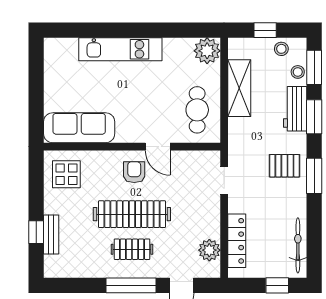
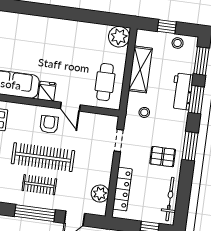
kitchen unit: (120, 49) -> (51, 26), removed
stool: (298, 72) -> (144, 112), moved
fridge: (126, 131) -> (47, 91), added
pallet: (284, 166) -> (163, 157), moved

